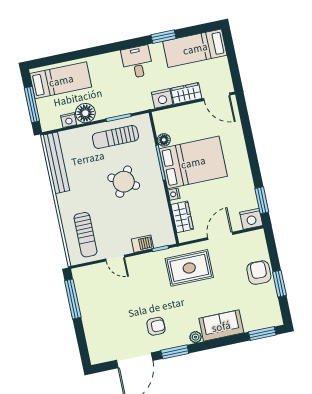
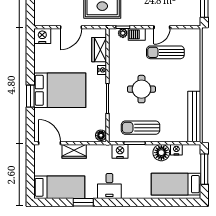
nightstand: (162, 98) -> (120, 151), moved
sun lounger: (115, 137) -> (140, 128), turned 180
floor lamp: (164, 140) -> (101, 135), moved
bed: (193, 162) -> (60, 90), moved, turned 180
round table: (124, 182) -> (141, 89), turned -30
window: (262, 200) -> (30, 96), moved
sun lounger: (86, 235) -> (165, 52), moved, turned -90
plant: (159, 242) -> (123, 33), added
door: (115, 258) -> (162, 27), swing flipped

